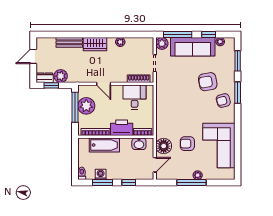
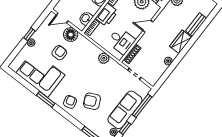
plant: (162, 43) -> (104, 58), moved
armchair: (208, 82) -> (92, 101), turned -106
window: (238, 93) -> (46, 99), moved
door: (155, 165) -> (62, 18), hinge flipped
window: (192, 182) -> (29, 34), width x0.46

